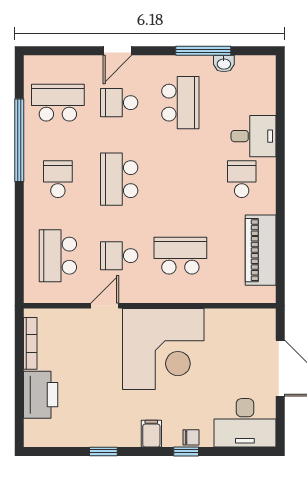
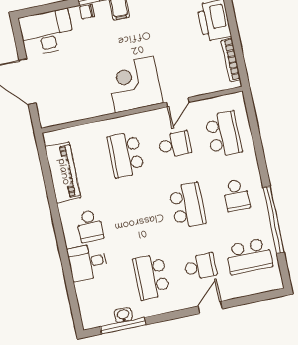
window: (203, 51) -> (123, 326), moved
school desk: (180, 256) -> (126, 155), turned 90
corner desk: (163, 349) -> (134, 84), width x0.74, depth x0.74

